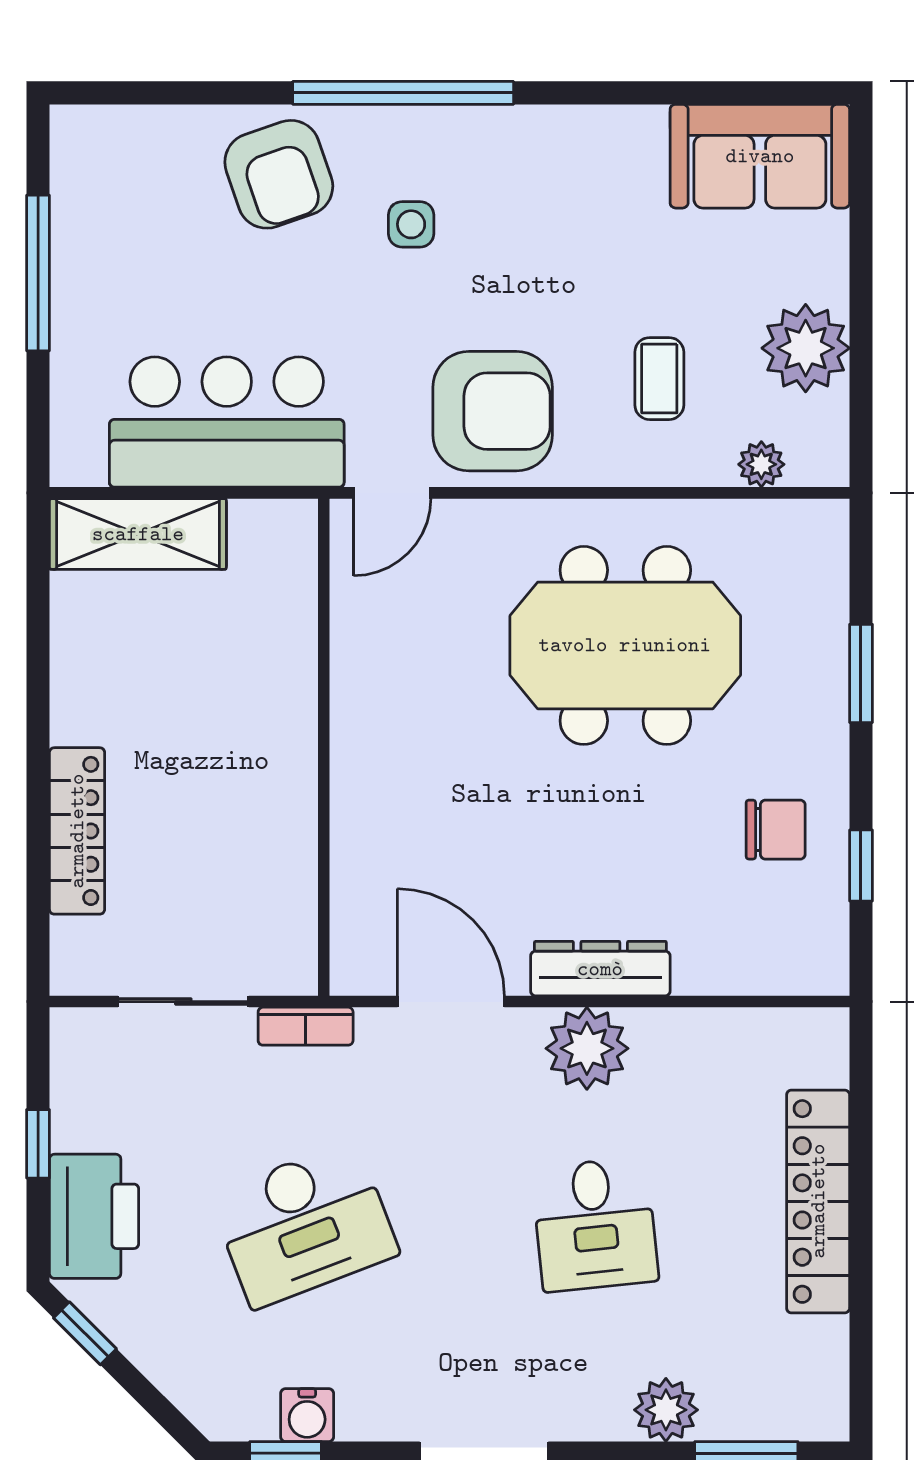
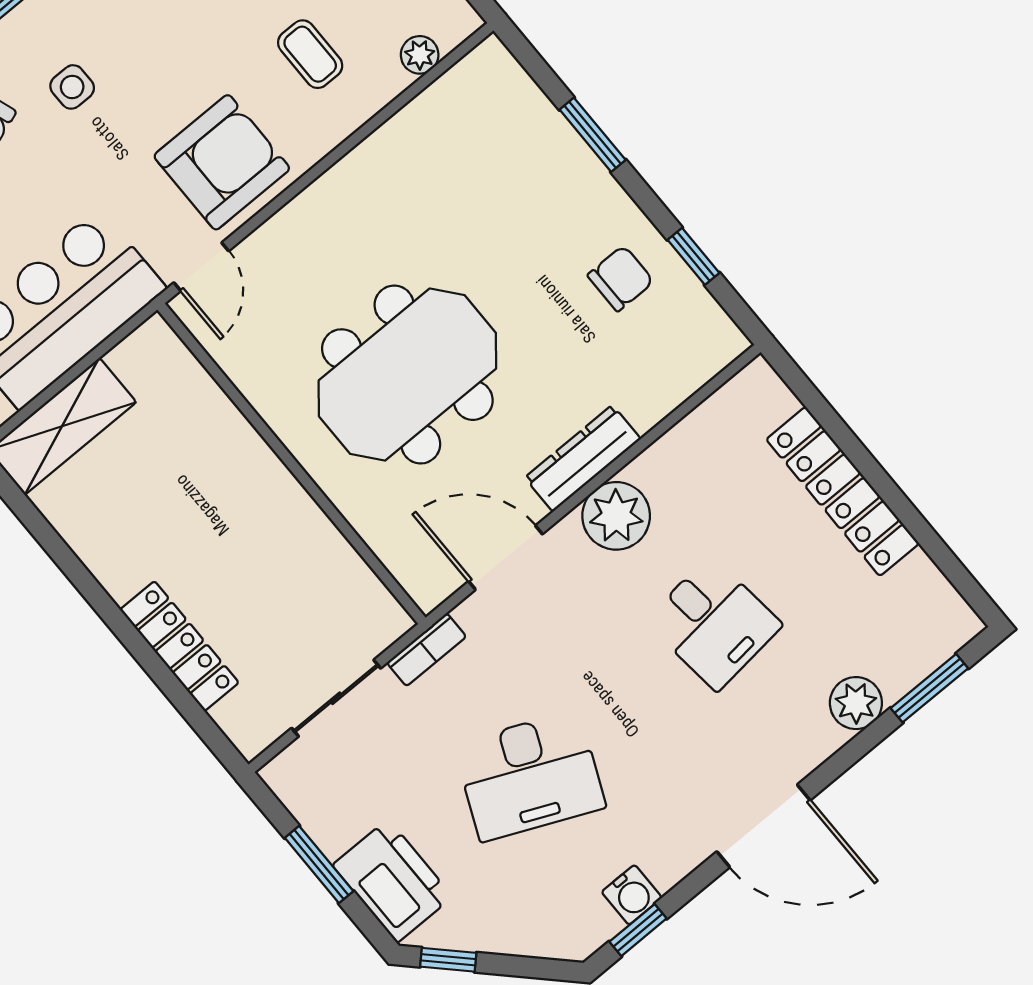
meeting table: (625, 645) -> (407, 375), moved
window: (38, 1144) -> (319, 865), width x1.50
desk: (304, 1224) -> (530, 776), turned 45

